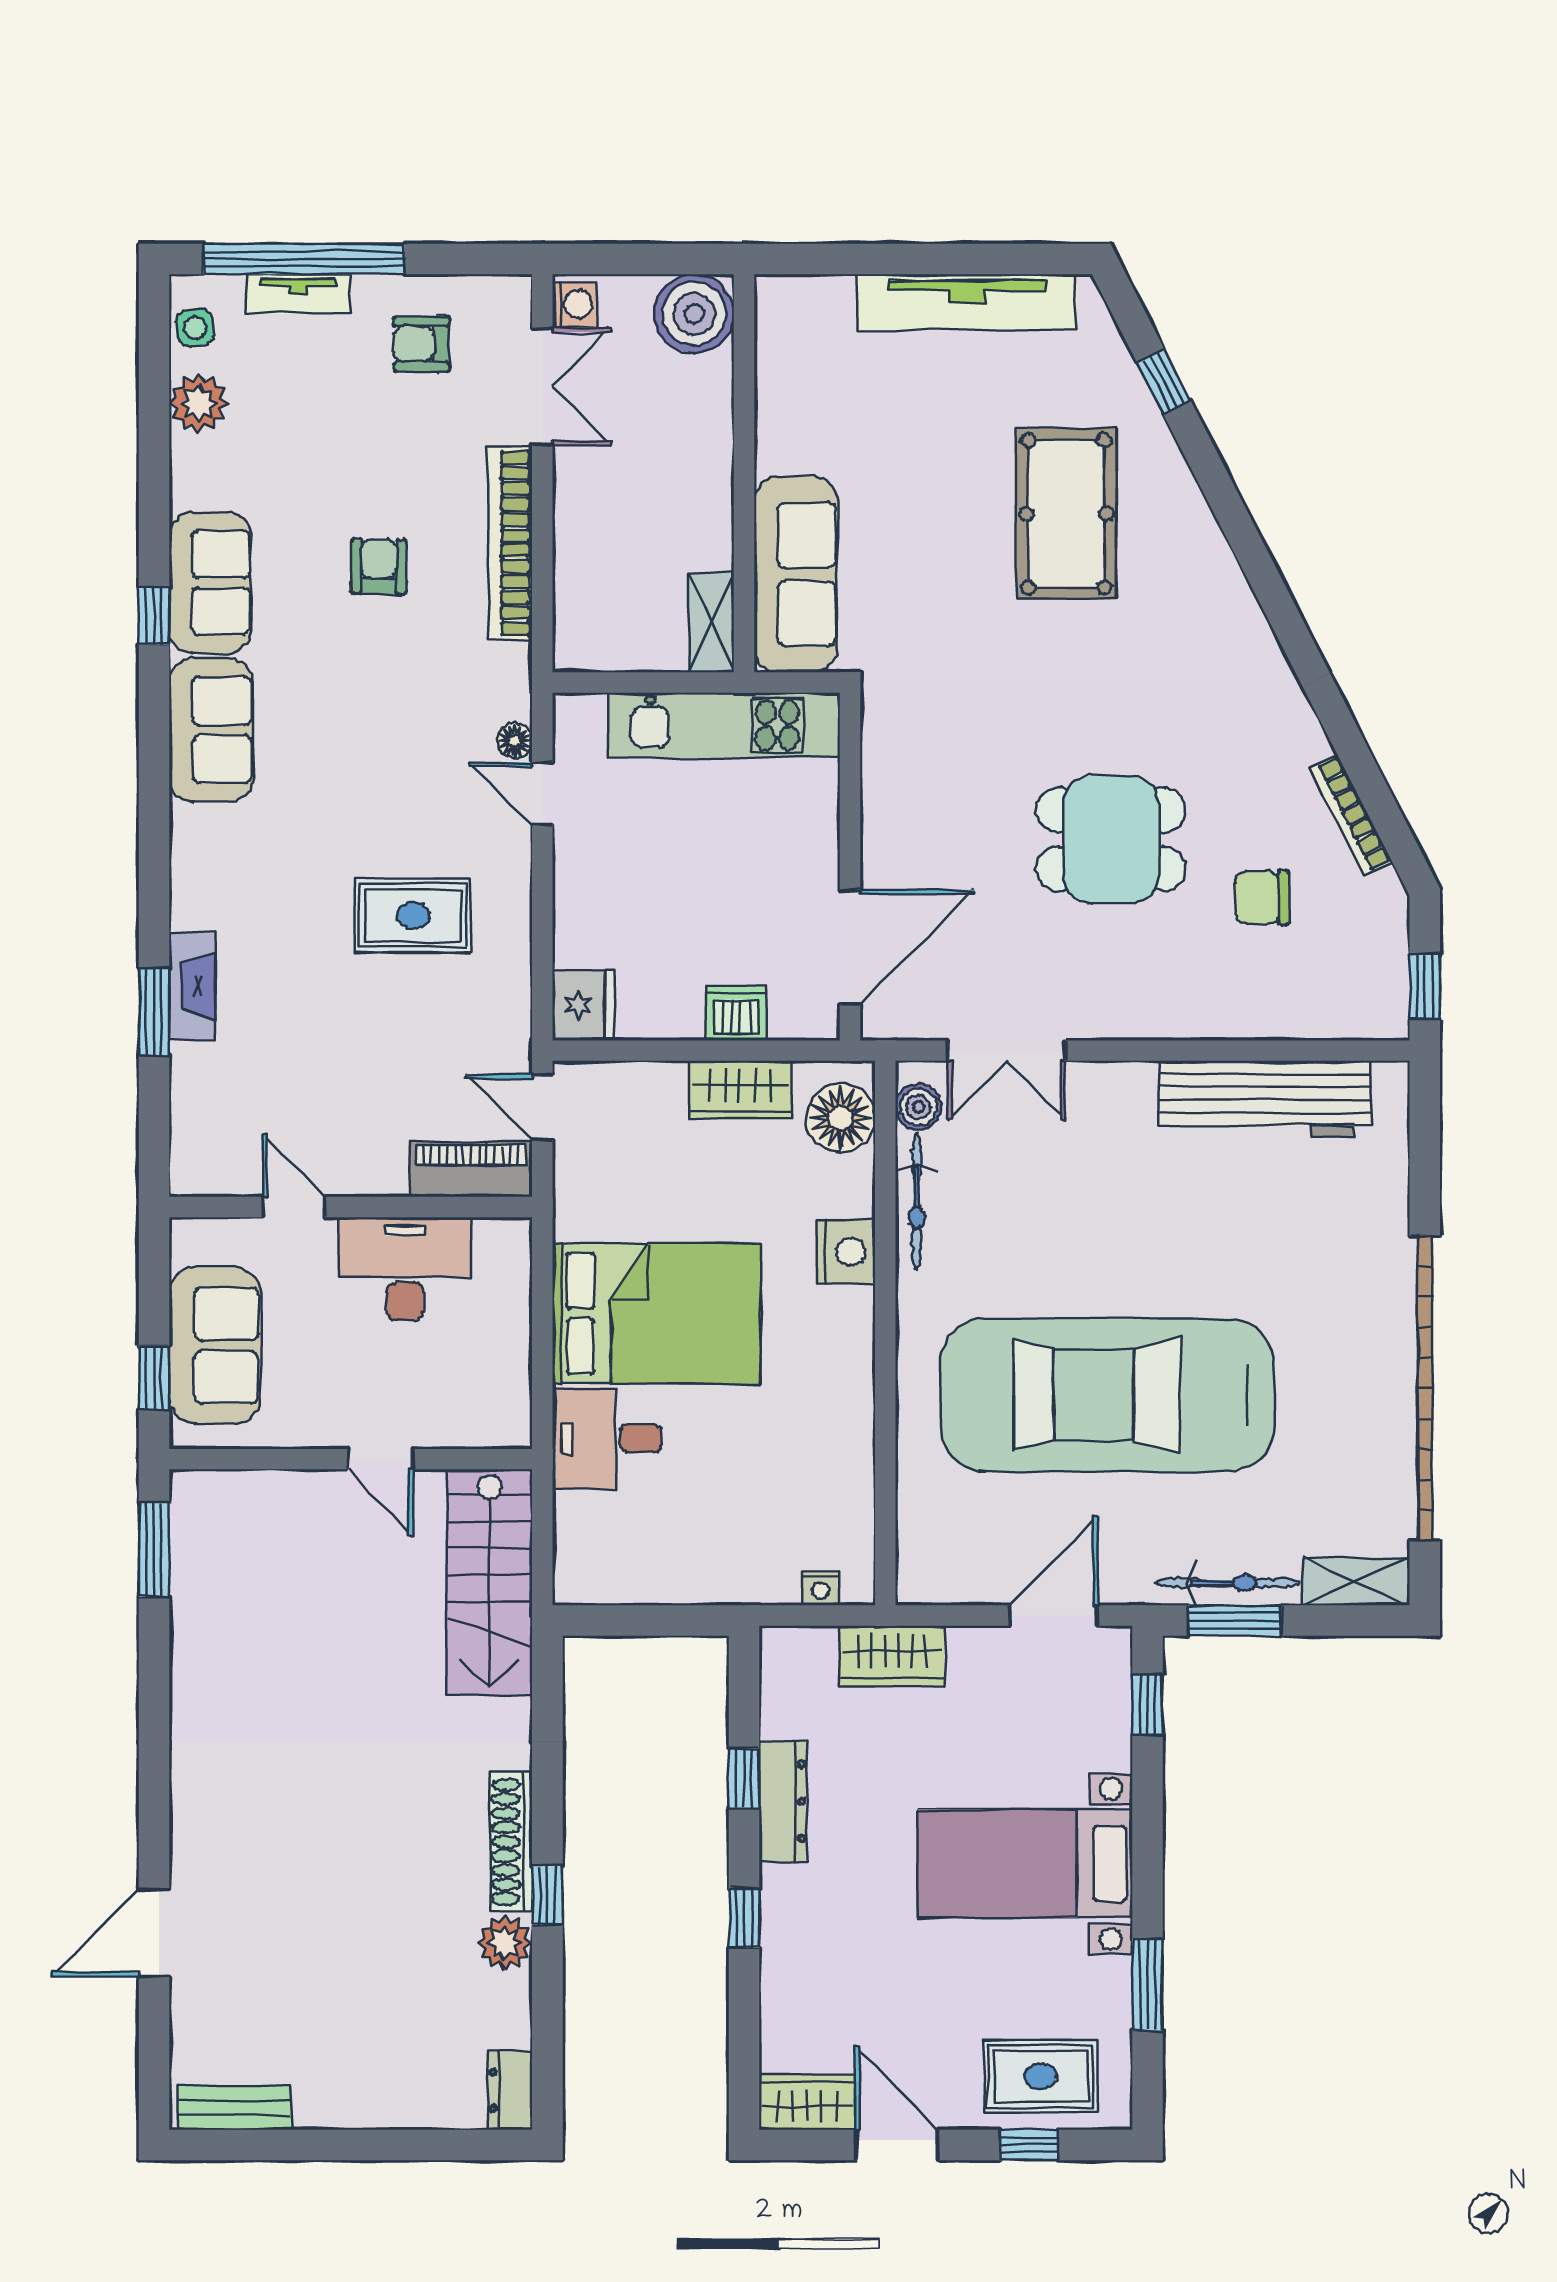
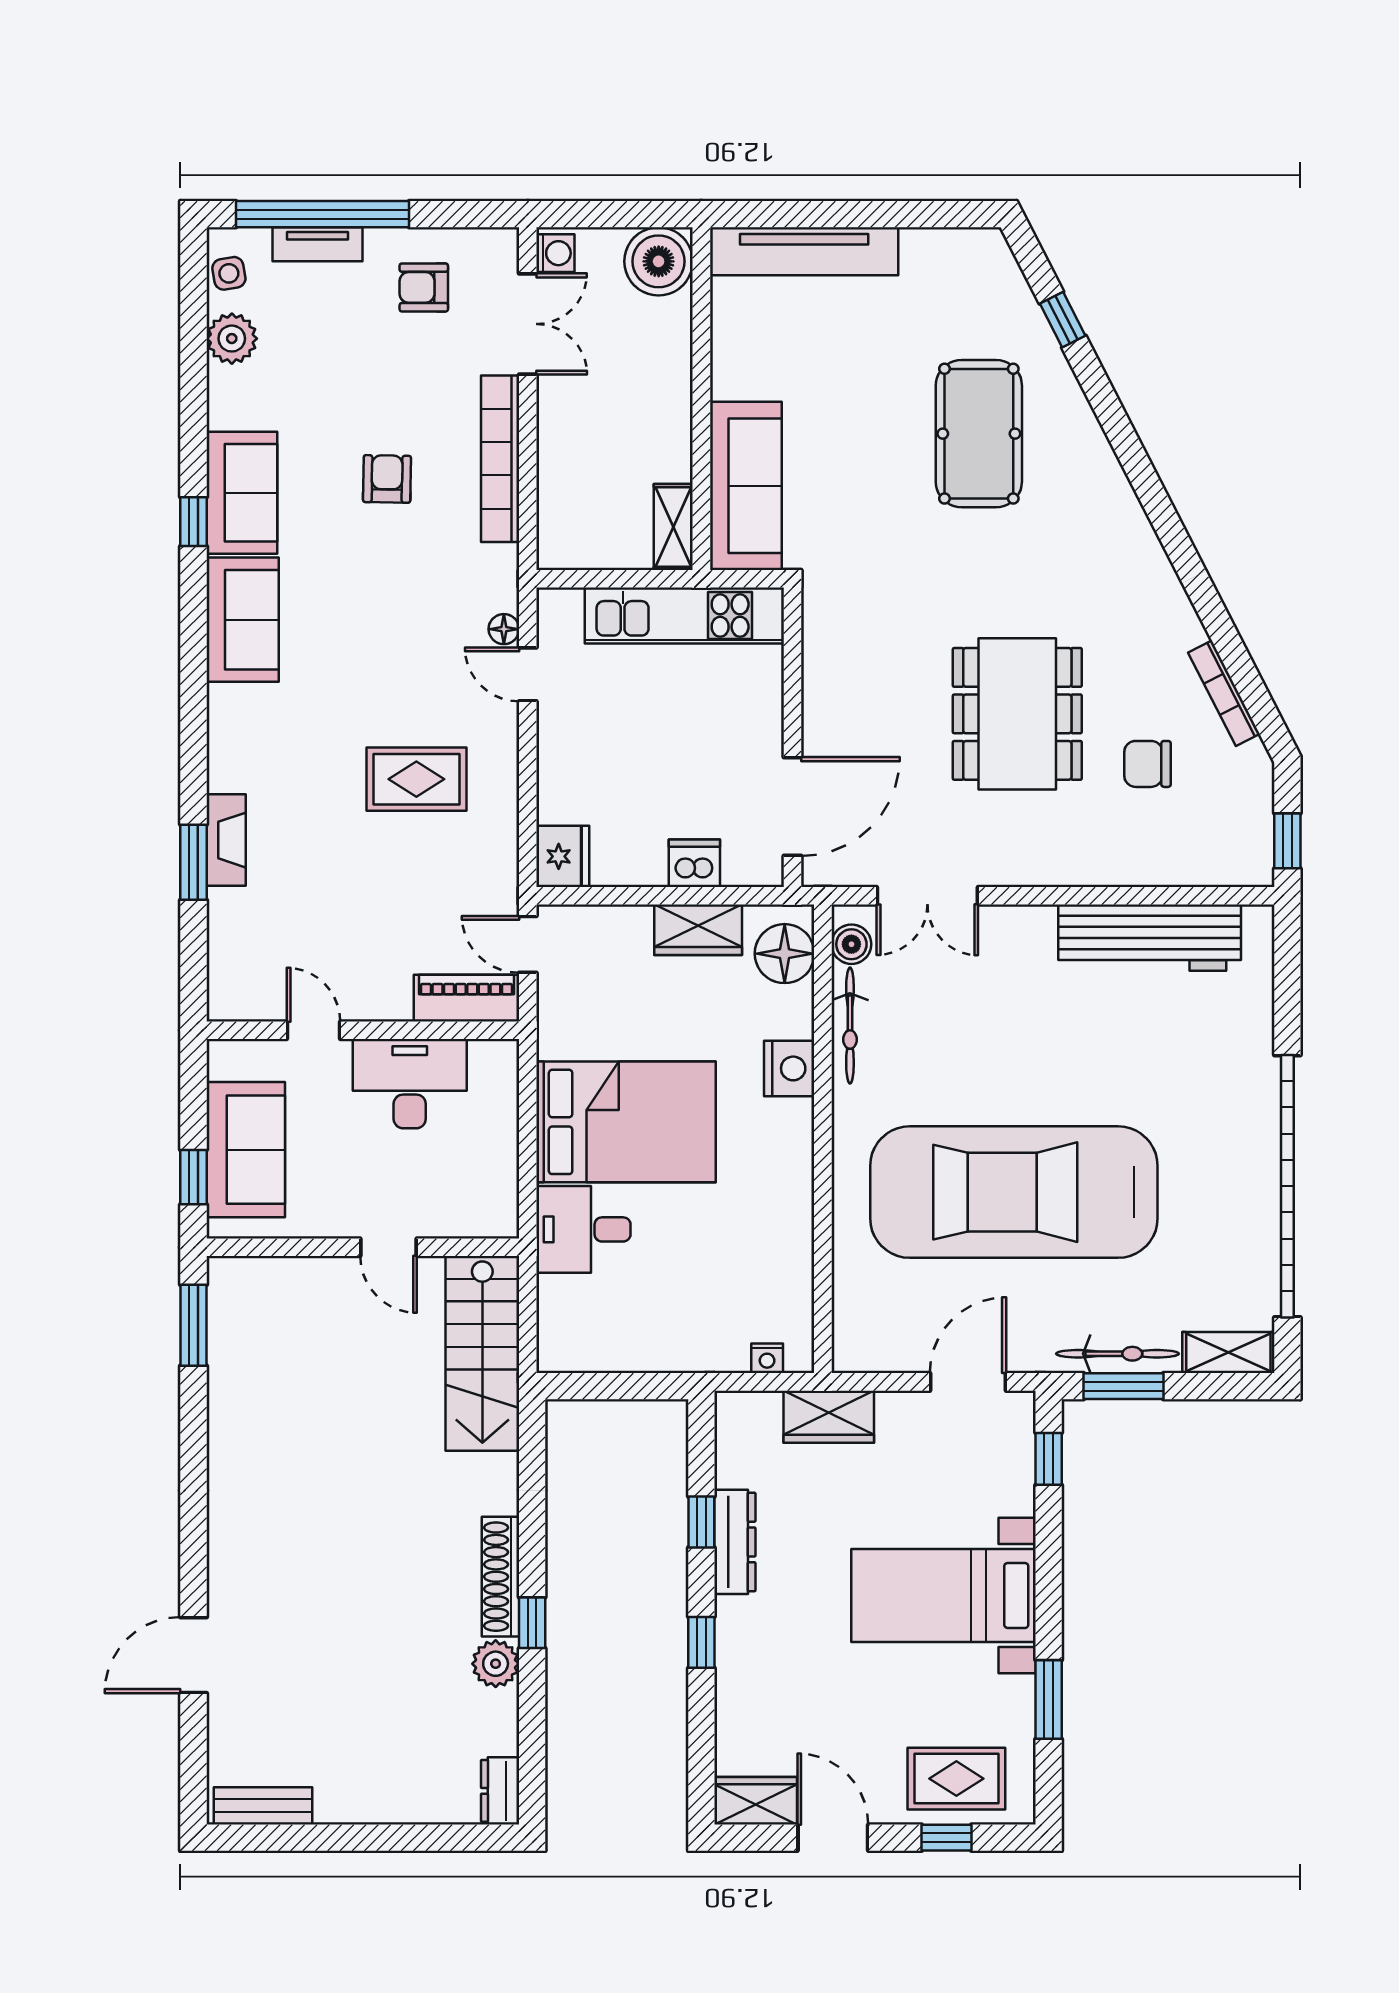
tv unit: (967, 302) -> (804, 251), moved
dining table: (1111, 839) -> (1017, 714), width x1.38

